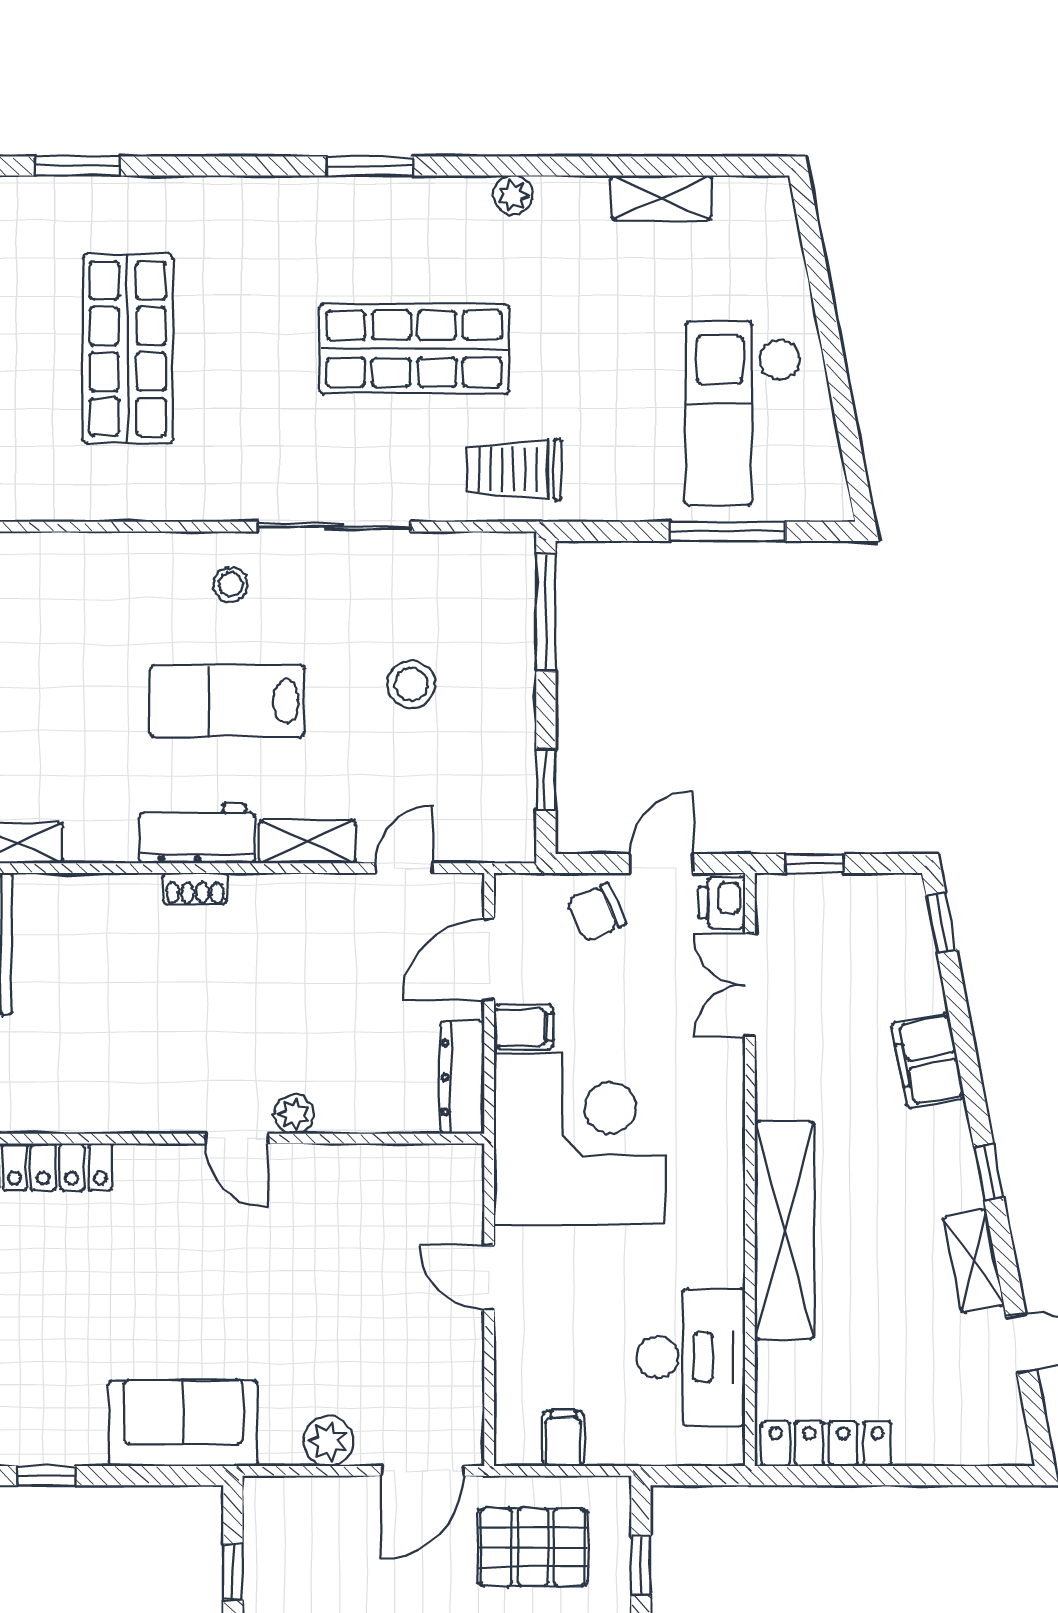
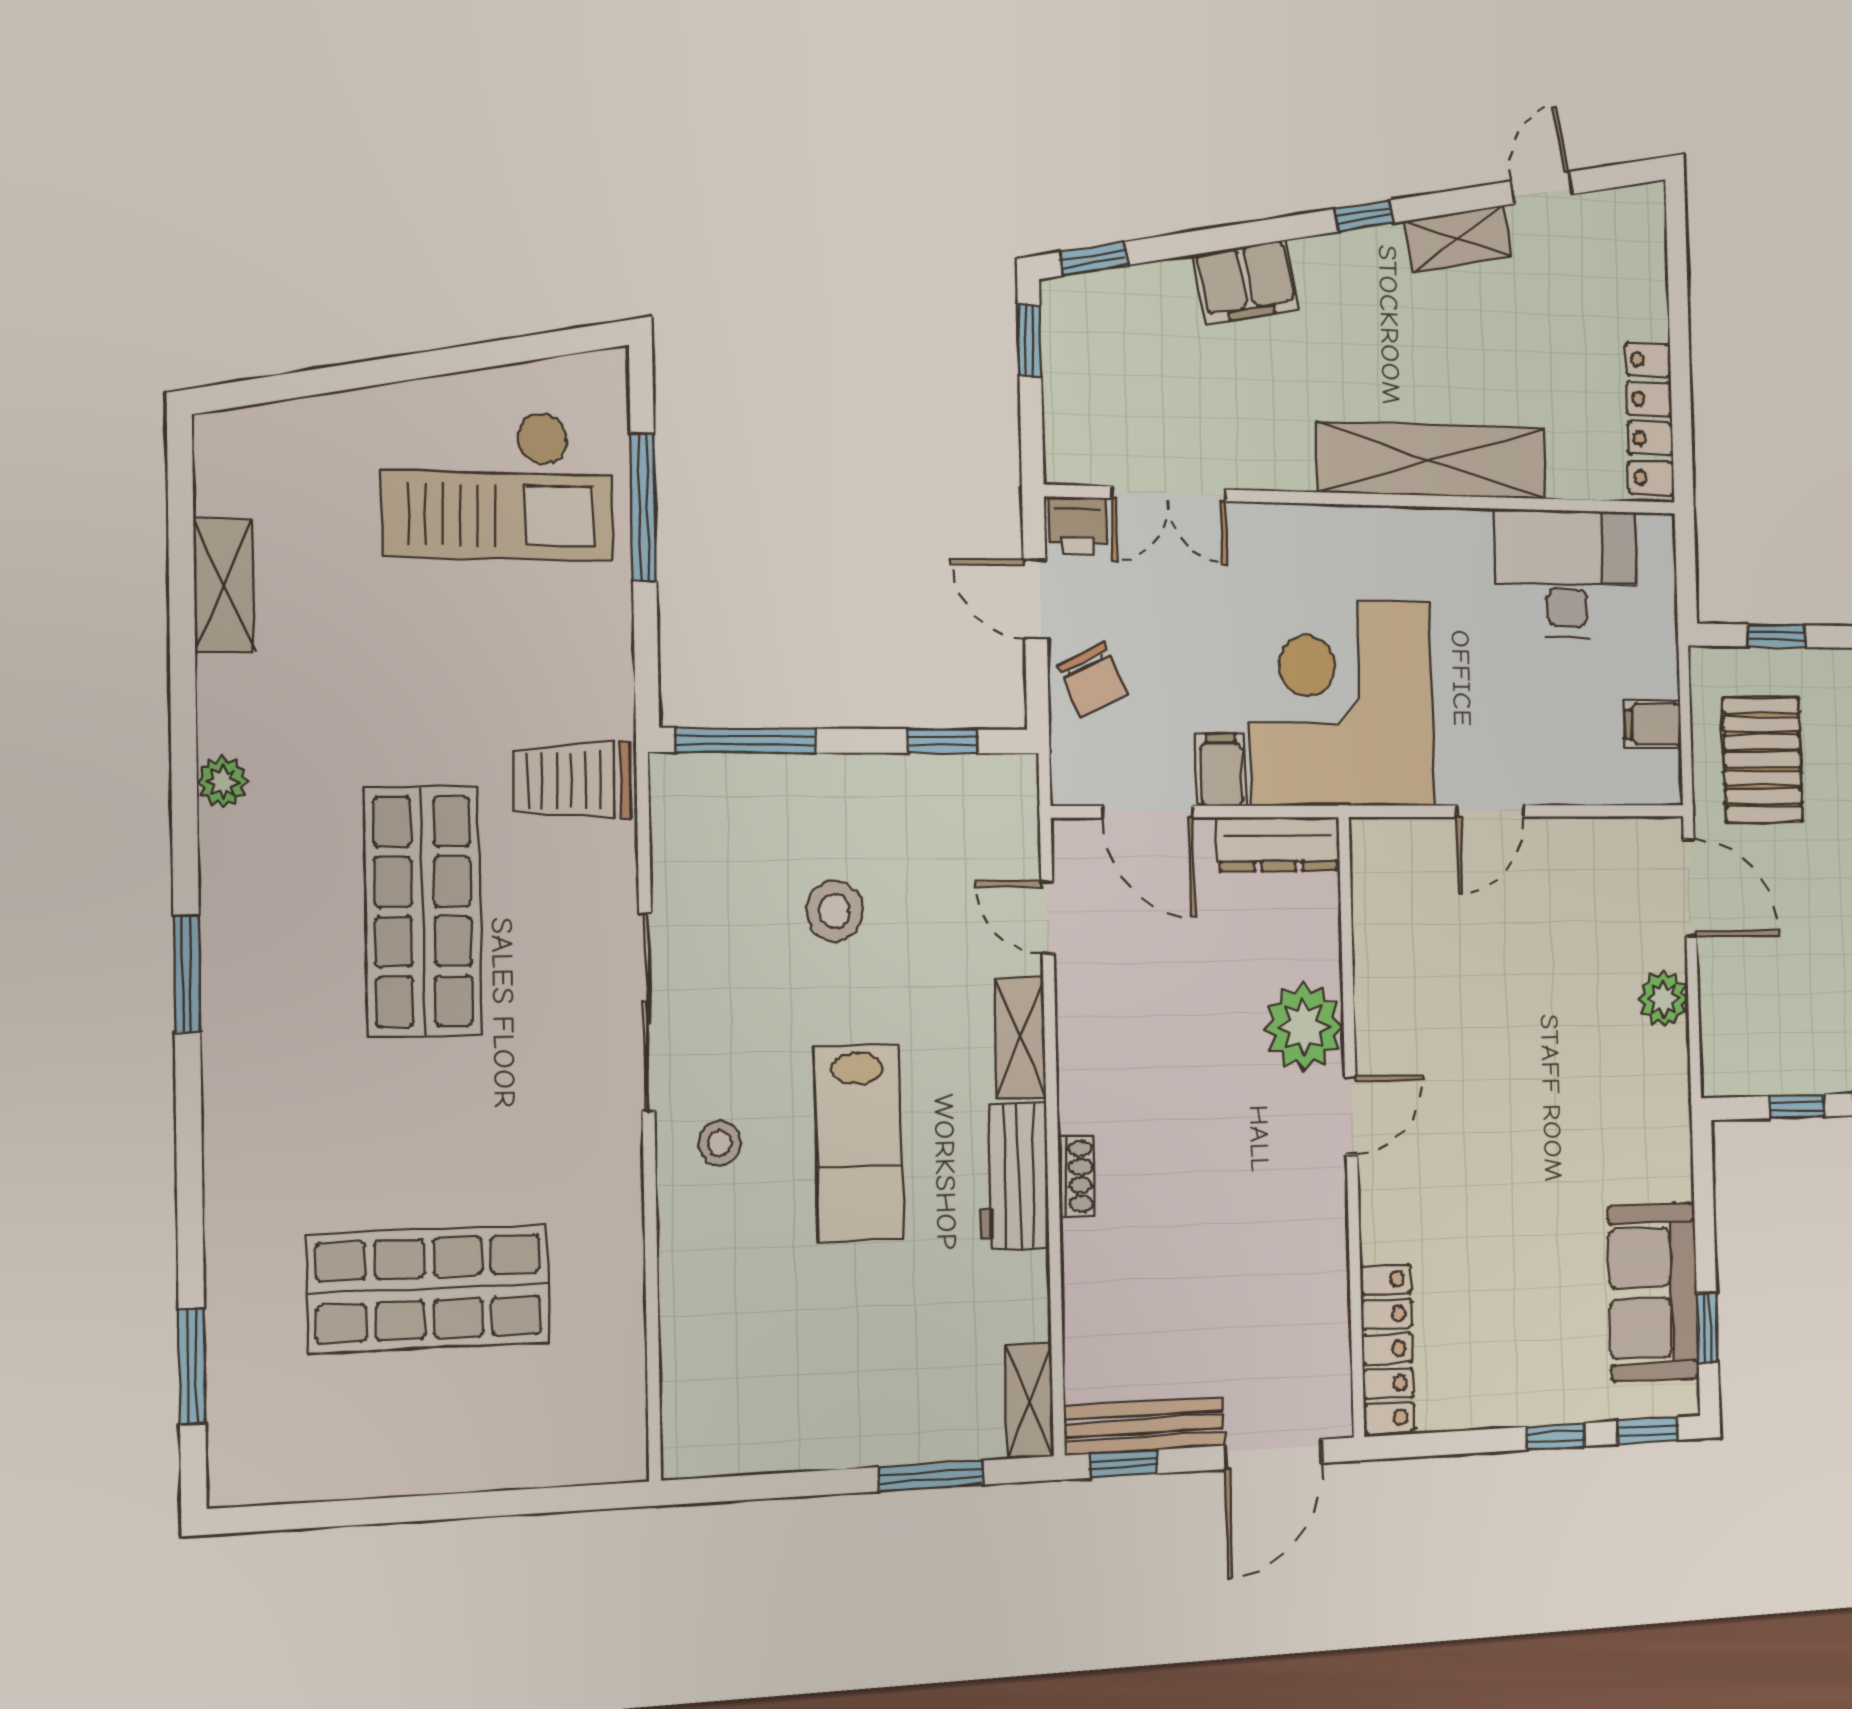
trolley: (514, 469) -> (572, 780), turned 90
window: (815, 863) -> (1030, 340), moved
plant: (294, 1114) -> (1304, 1027), width x1.87, depth x1.87
sofa: (183, 1423) -> (1653, 1292), moved

